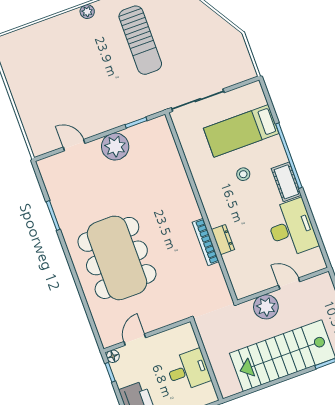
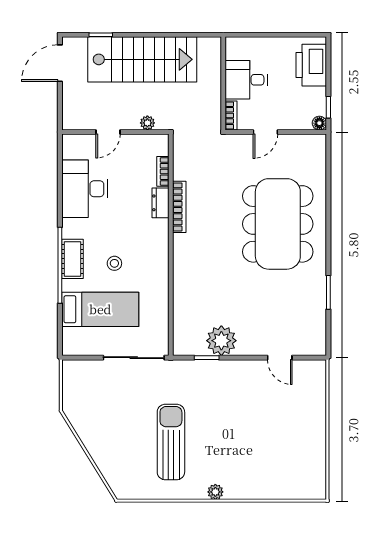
plant: (115, 147) -> (221, 341), moved
cot: (286, 182) -> (73, 259), moved
bookcase: (231, 267) -> (163, 171), added
door: (289, 283) -> (108, 132), hinge flipped
plant: (266, 307) -> (147, 123), width x0.53, depth x0.53
bookcase: (190, 335) -> (231, 115), added
door: (135, 340) -> (265, 132), moved

